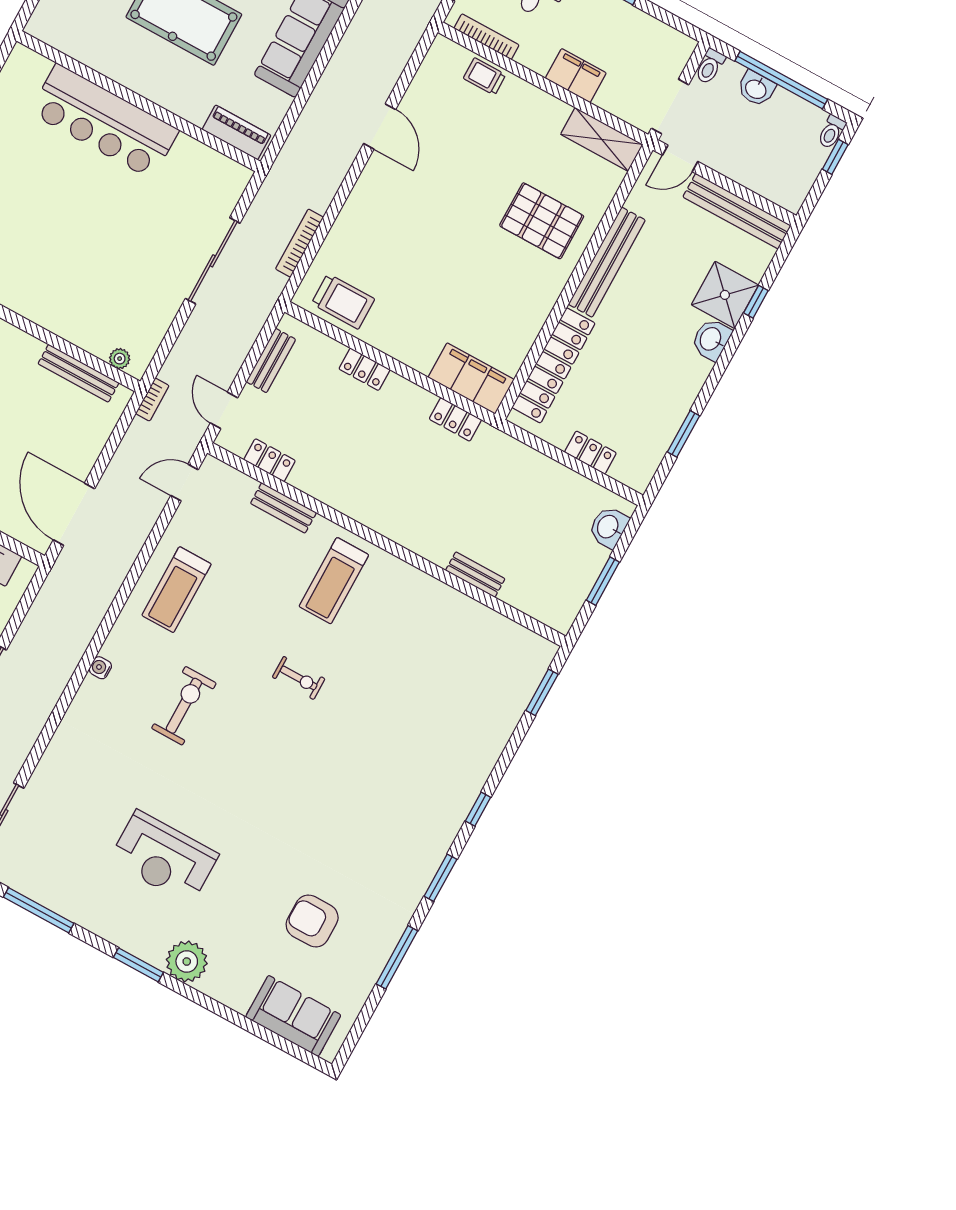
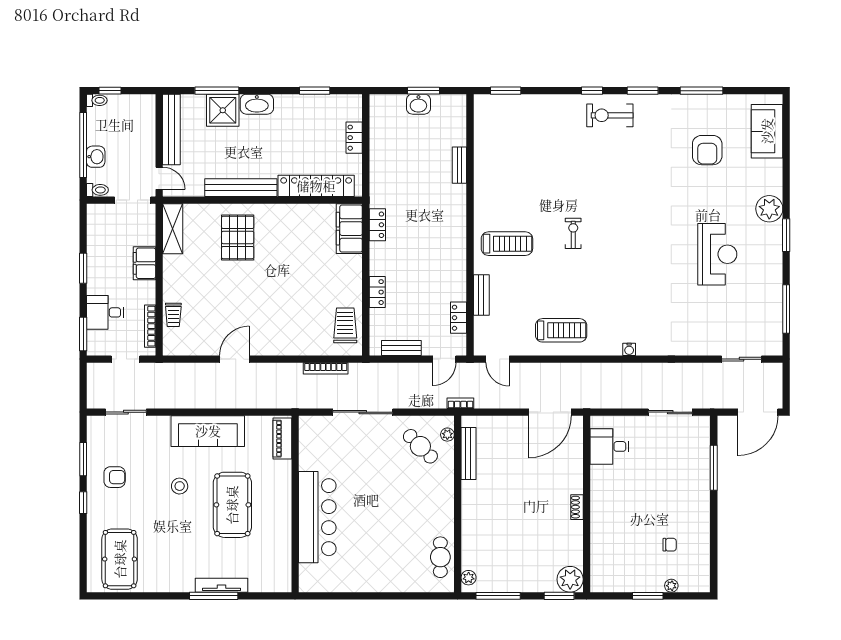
window: (756, 302) -> (217, 91), width x2.17
cafe table: (124, 313) -> (420, 446), added
washbasin: (711, 339) -> (257, 104), width x1.38
washbasin: (608, 527) -> (418, 104), moved
exercise bike: (184, 706) -> (610, 115), moved

